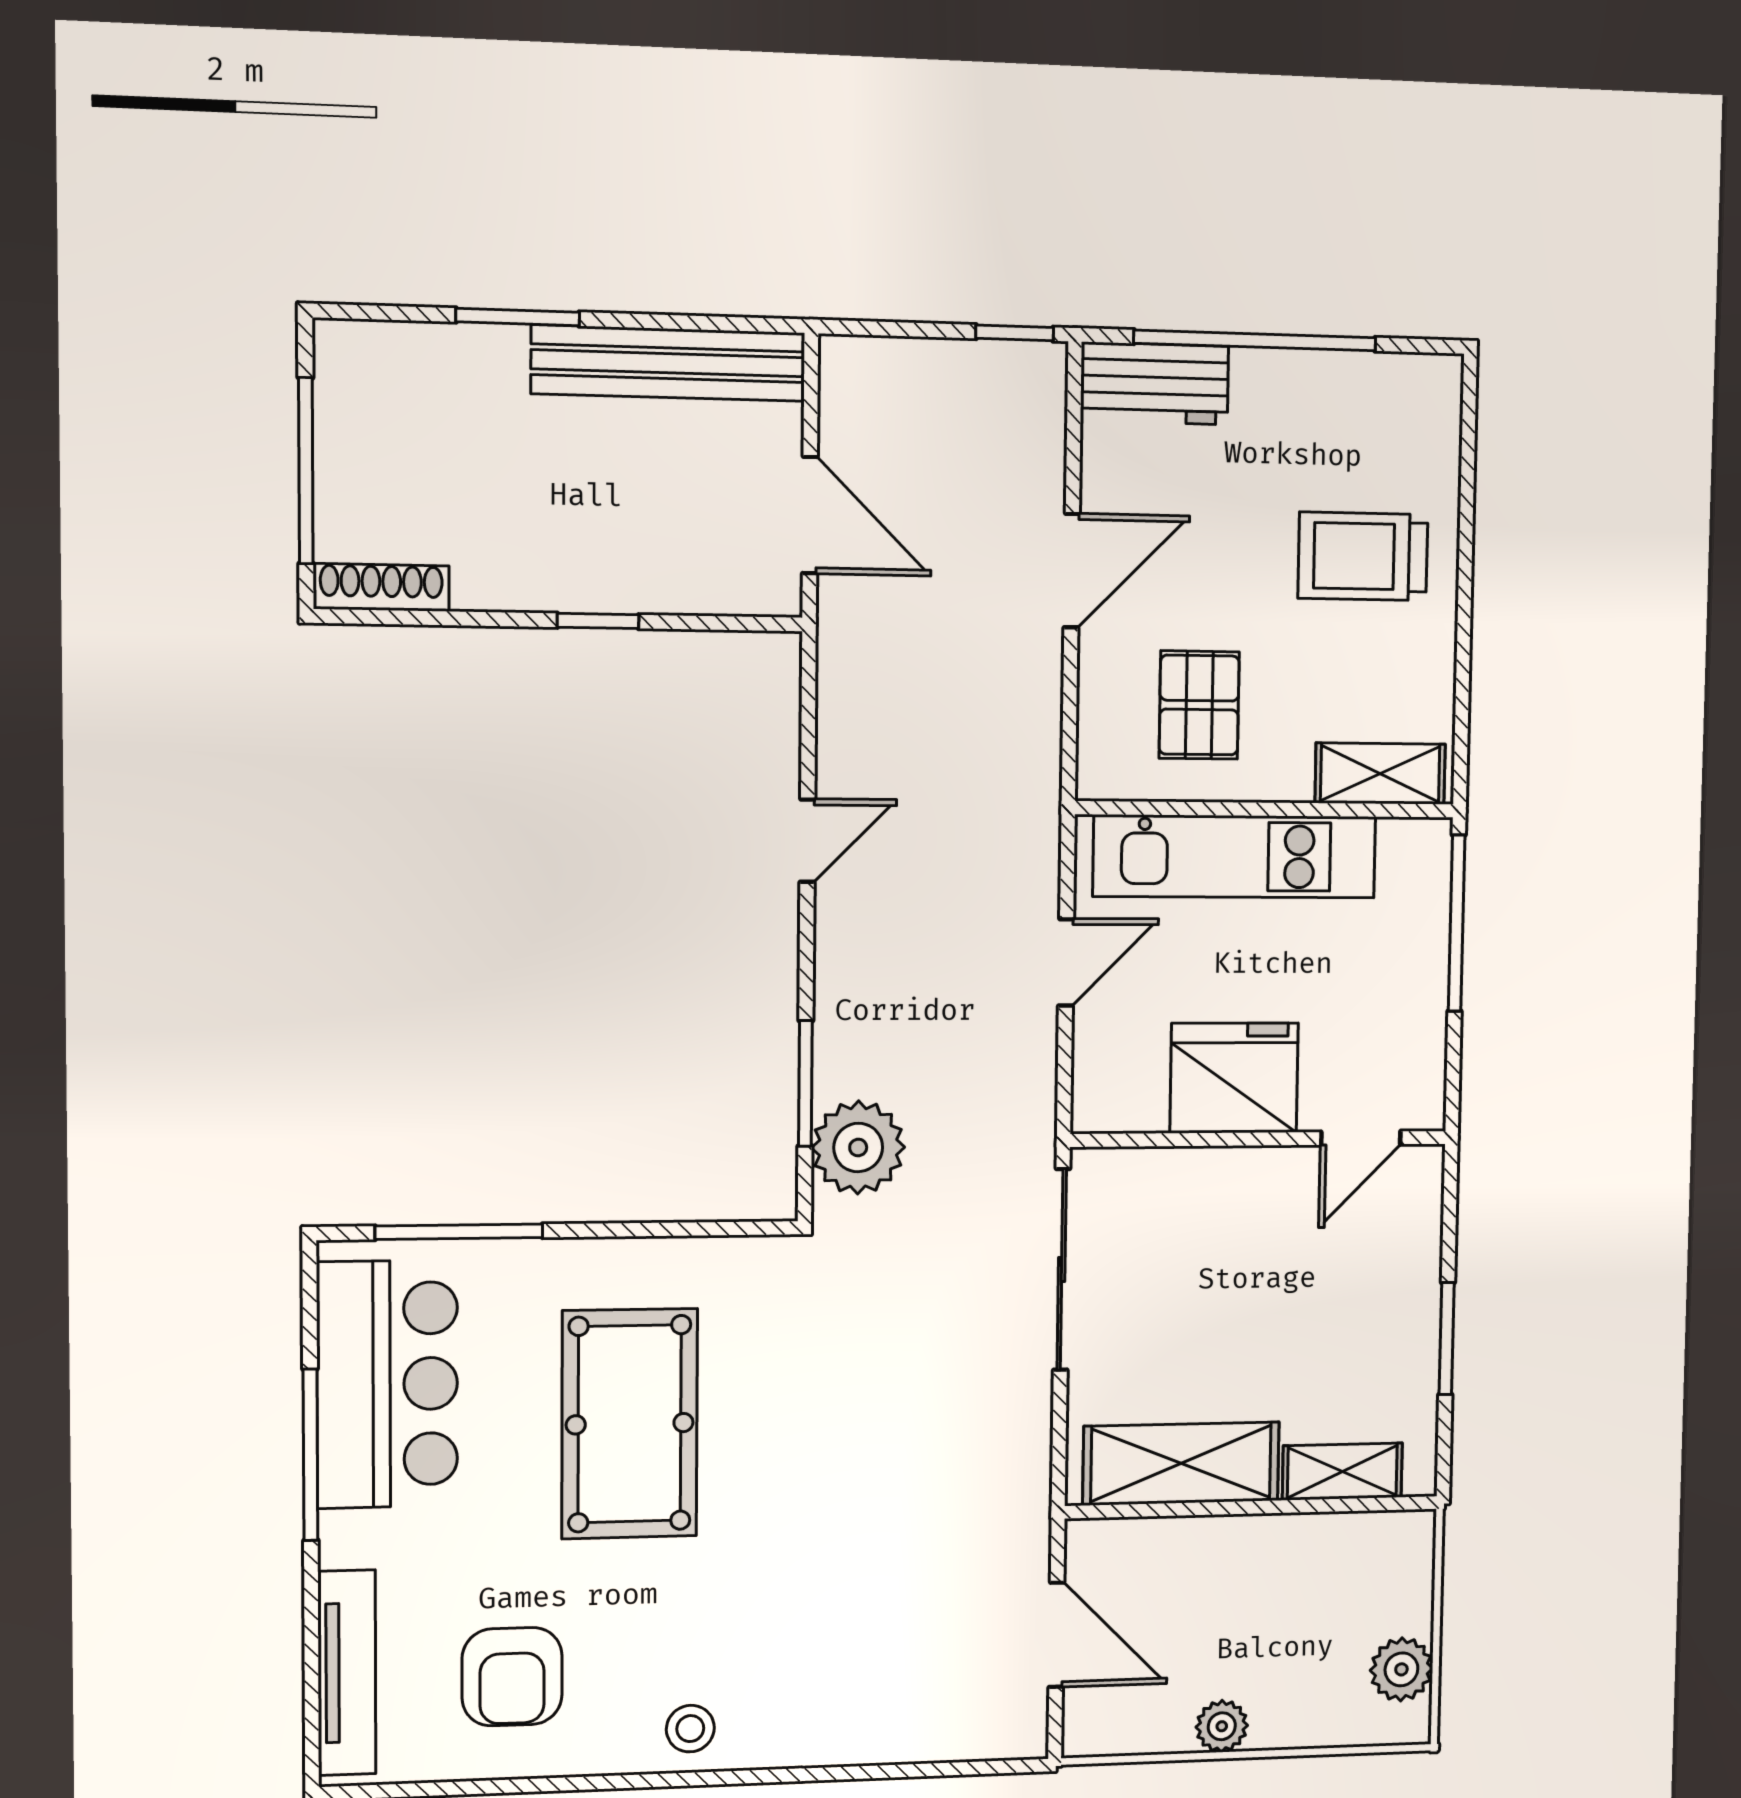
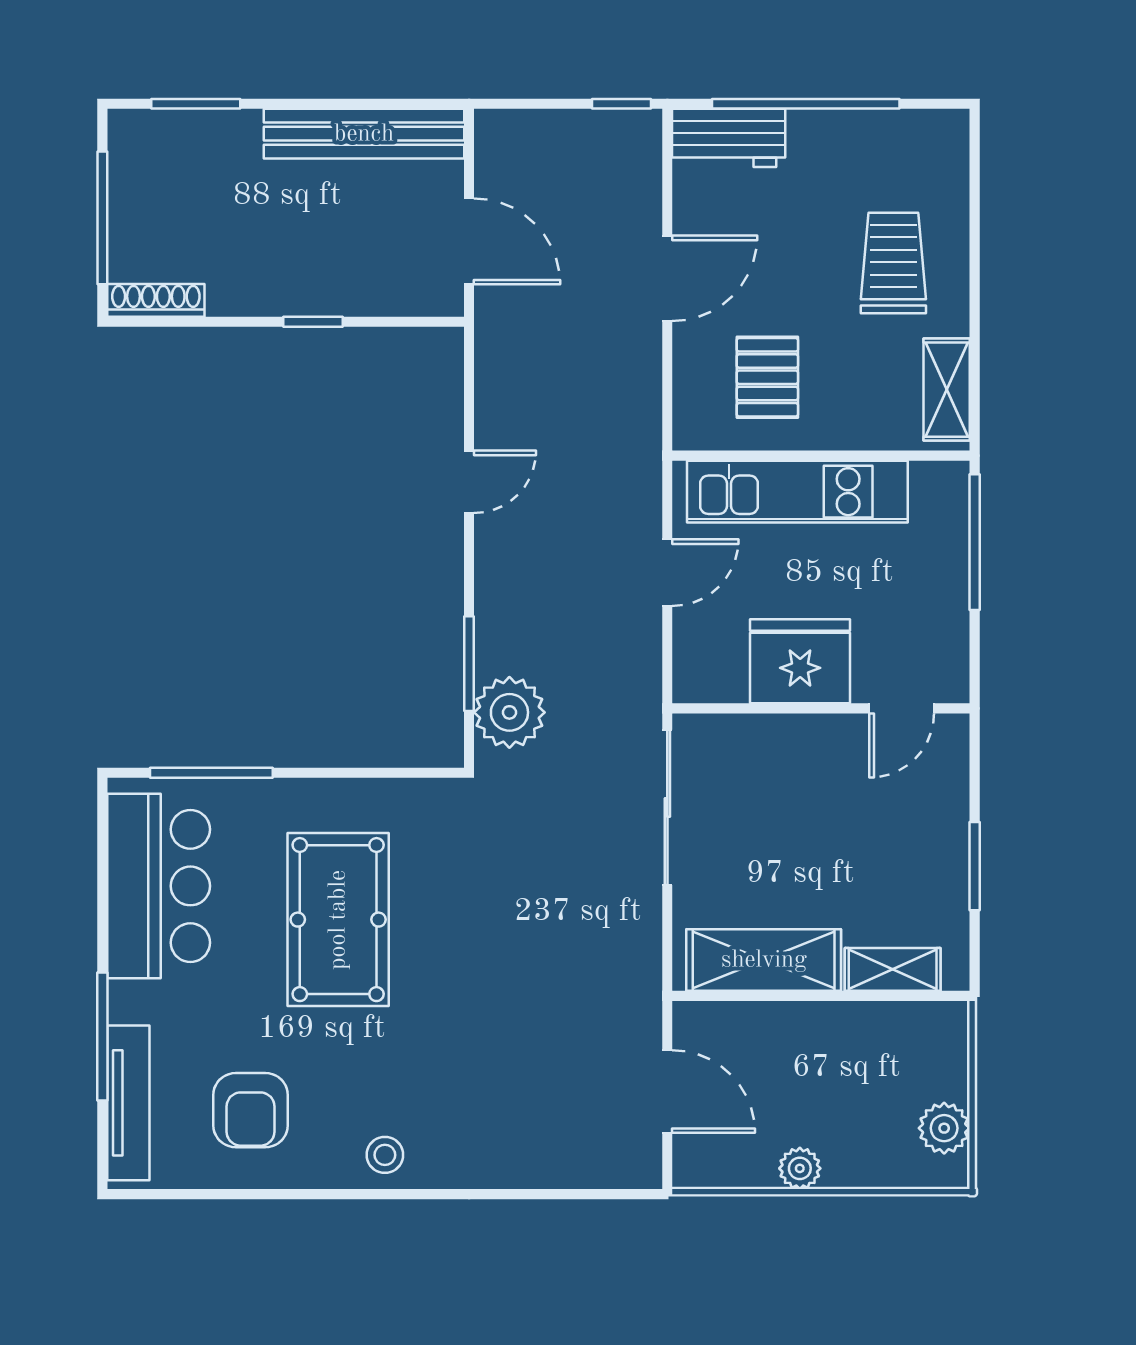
window: (518, 317) -> (196, 104), moved
trolley: (1363, 556) -> (893, 263), turned 90
shelving: (1380, 774) -> (947, 390), moved, turned 90
window: (310, 1455) -> (102, 1036), moved

